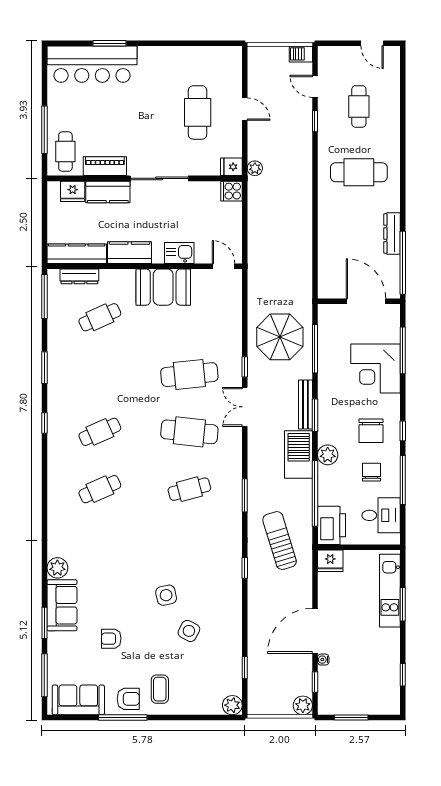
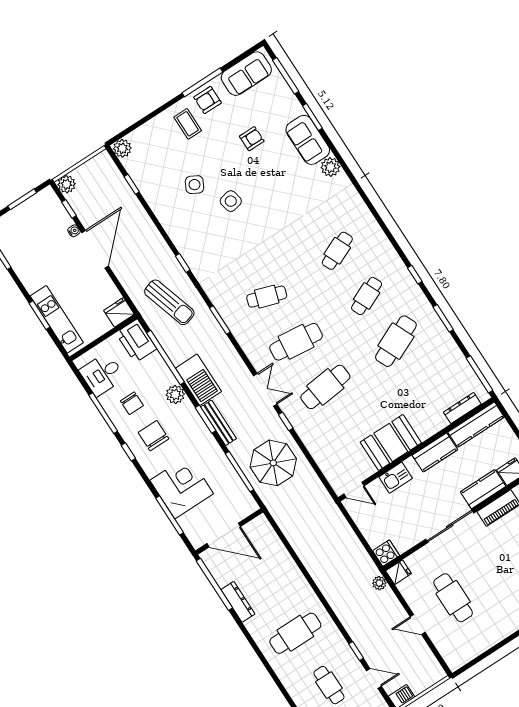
cafe table: (100, 317) -> (396, 341), moved, width x1.37, depth x1.35
cafe table: (189, 489) -> (267, 297), turned 33

